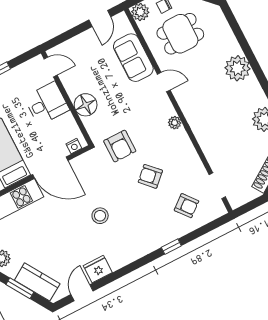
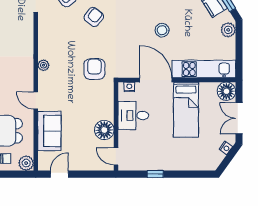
desk: (47, 103) -> (133, 115), moved
floor lamp: (86, 105) -> (104, 130), moved
armchair: (150, 176) -> (94, 17), moved, turned -98
stool: (100, 216) -> (162, 30), moved

